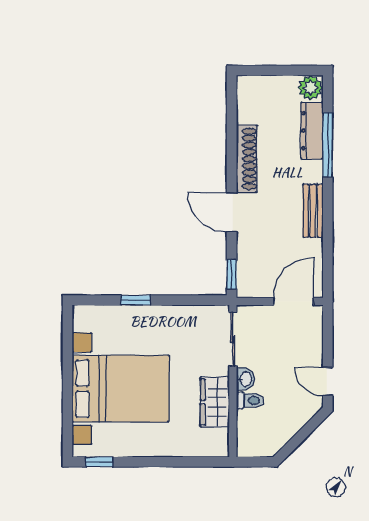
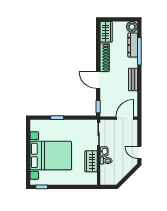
wardrobe: (250, 99) -> (106, 32), added

